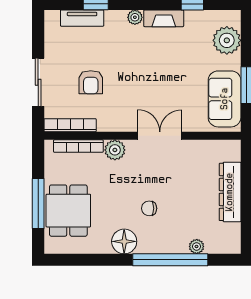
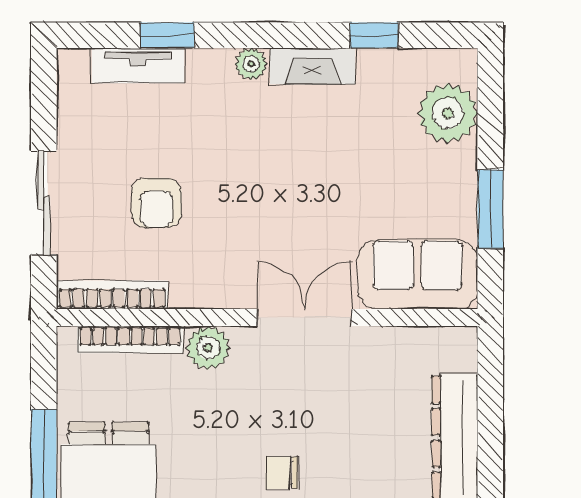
sofa: (225, 99) -> (417, 274), moved, turned 90

